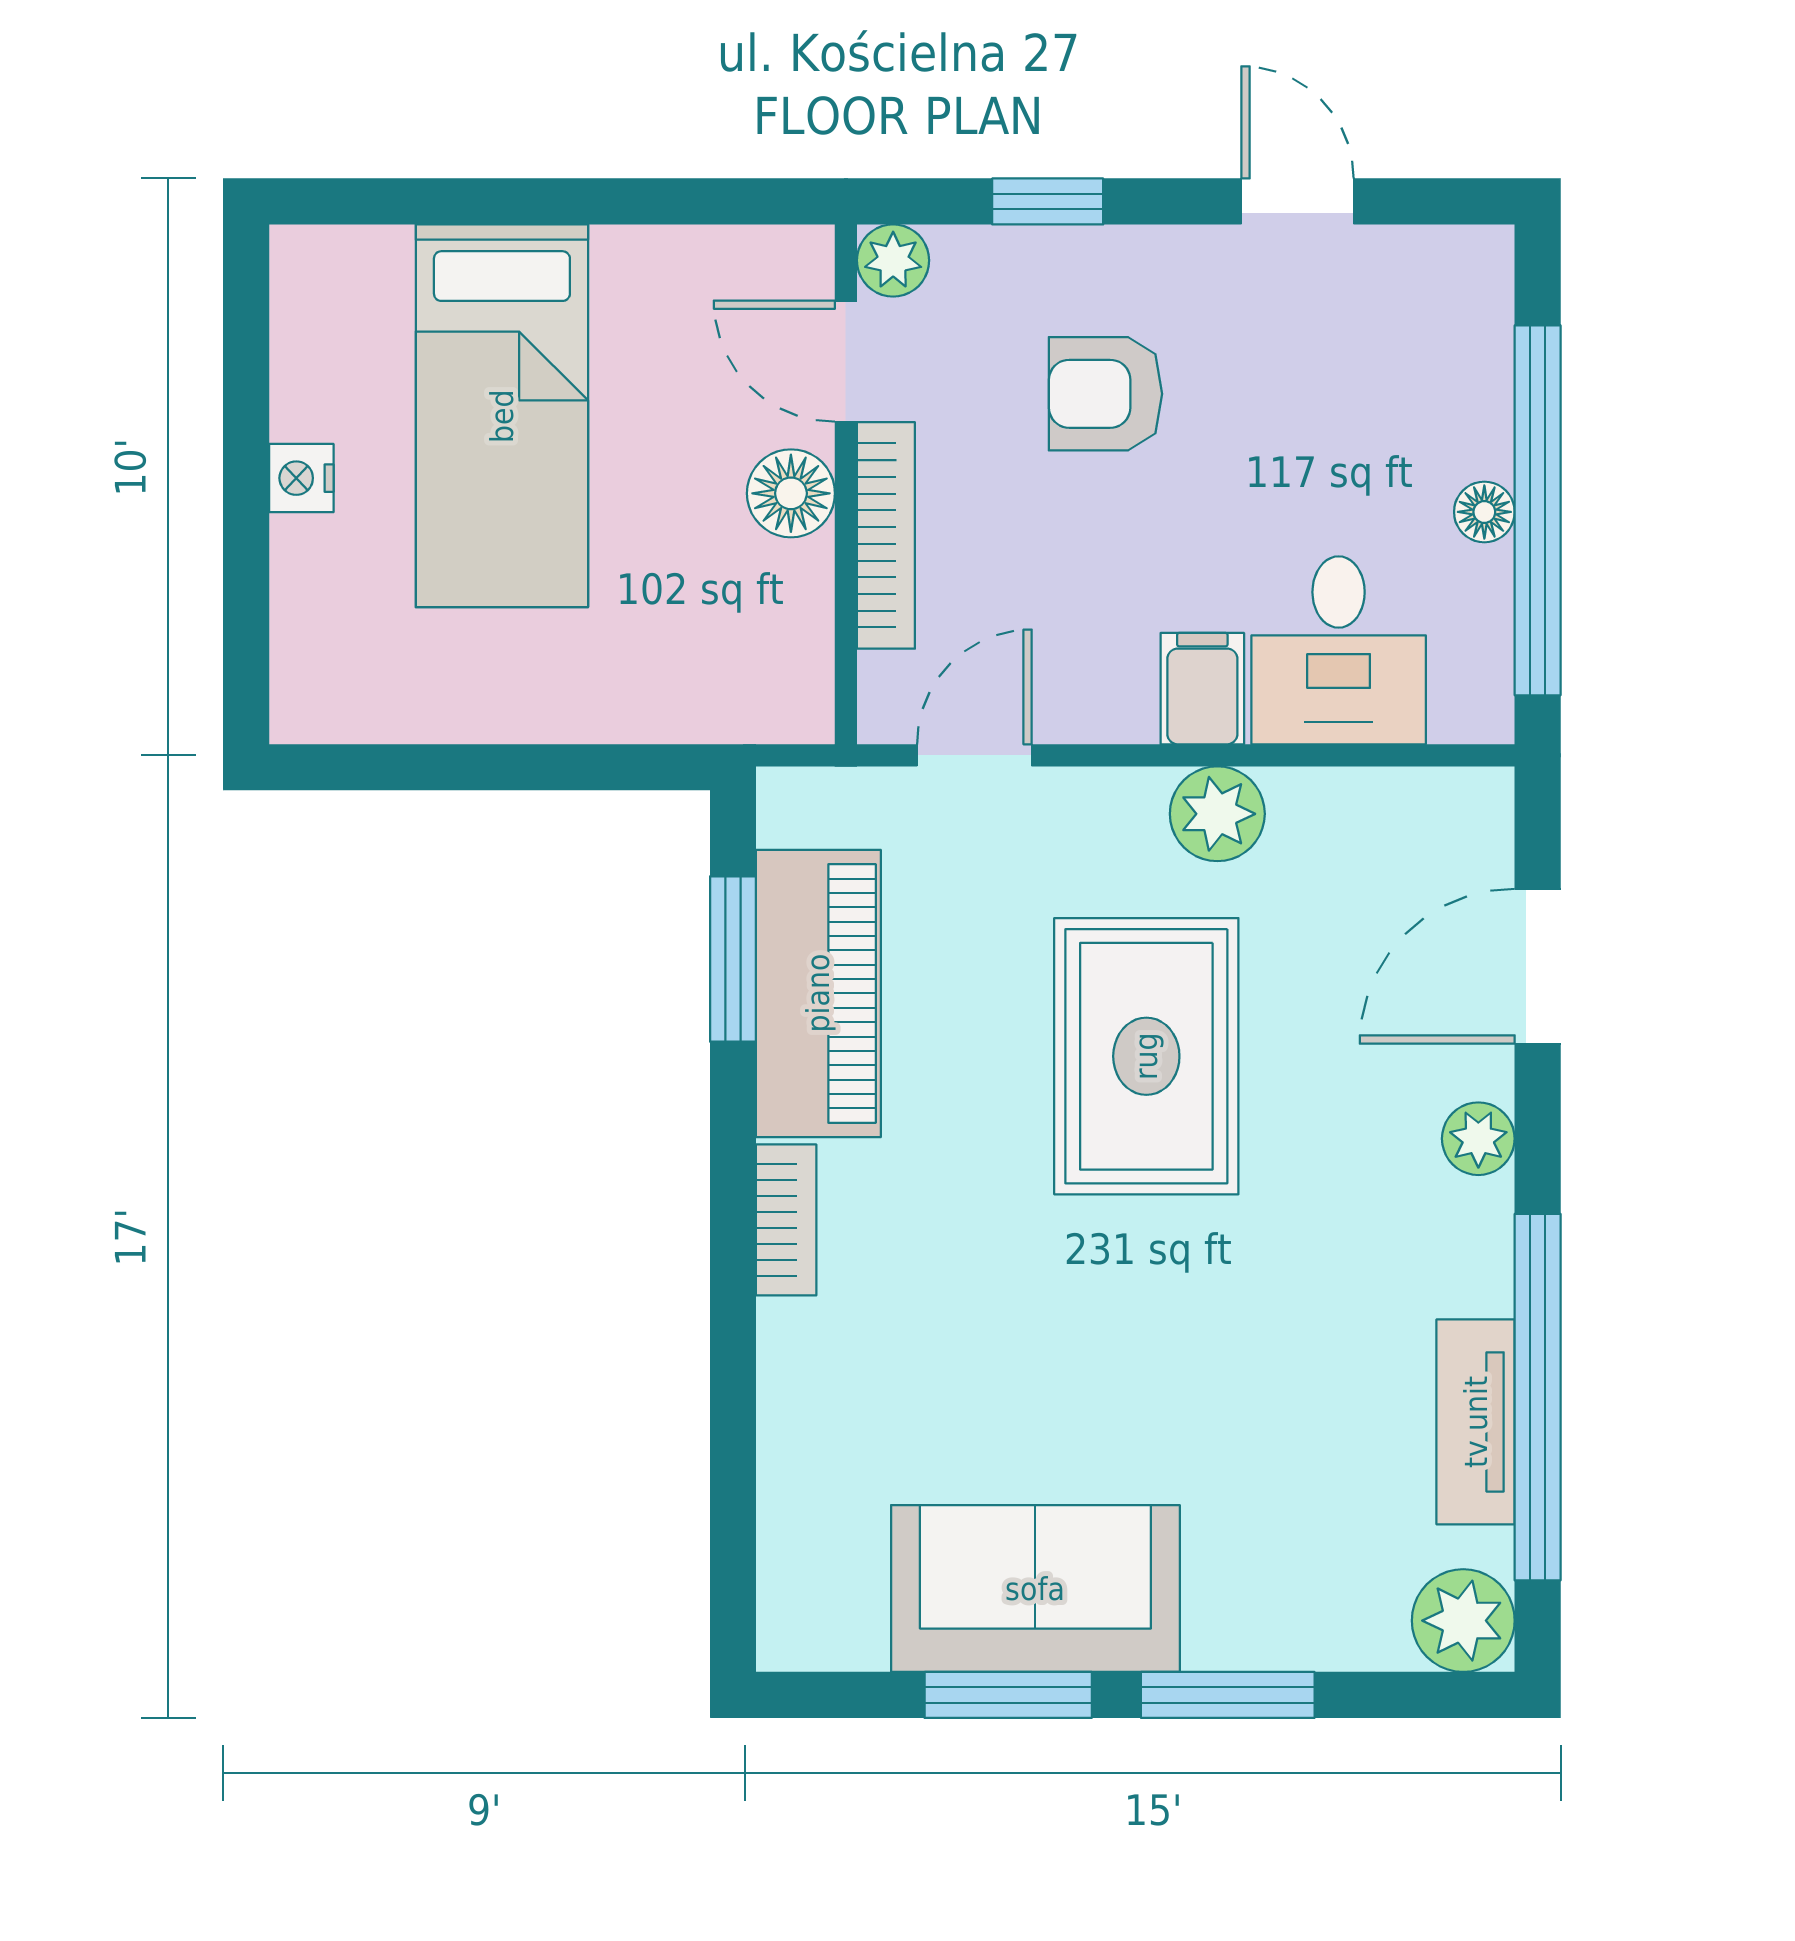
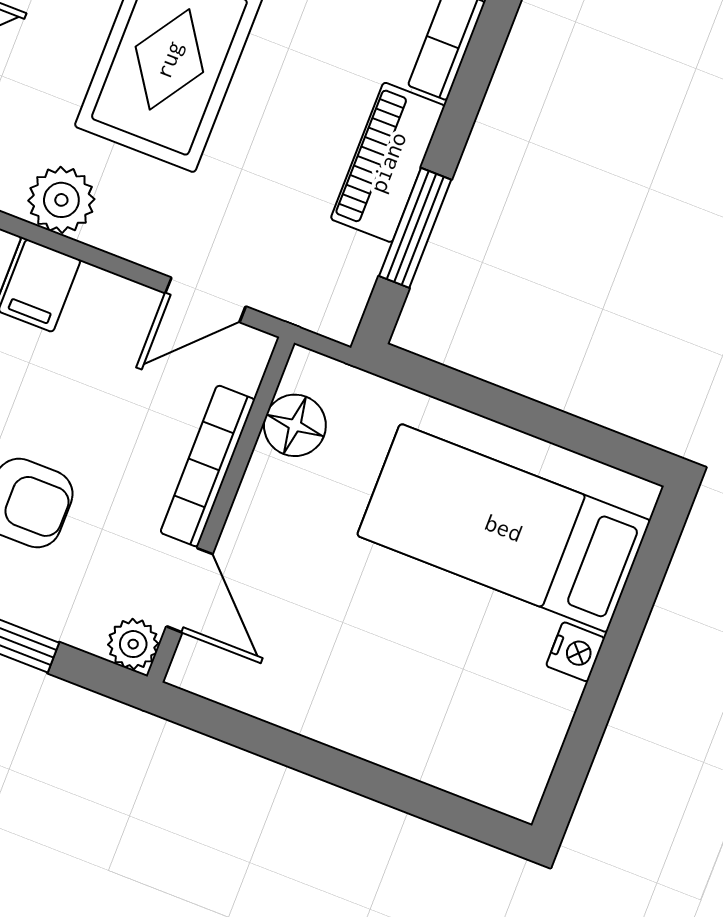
bed: (502, 416) -> (504, 528), moved, turned -90
floor lamp: (791, 493) -> (295, 425), moved
piano: (818, 993) -> (388, 162), width x0.73, depth x0.75

